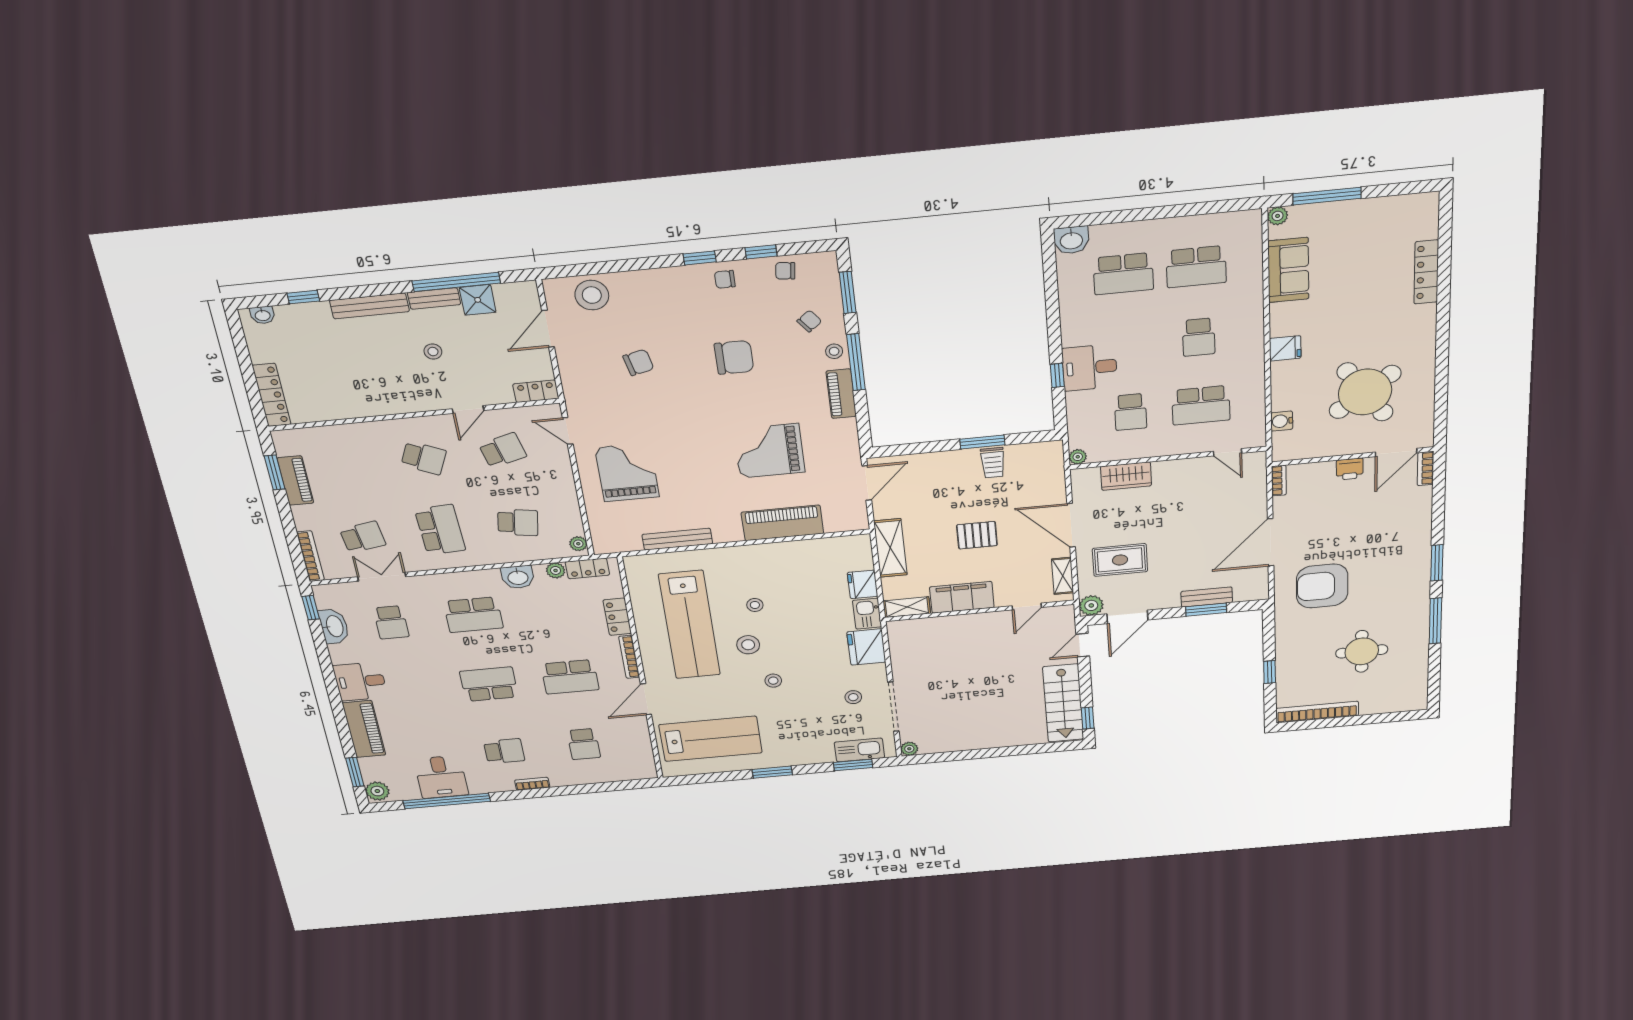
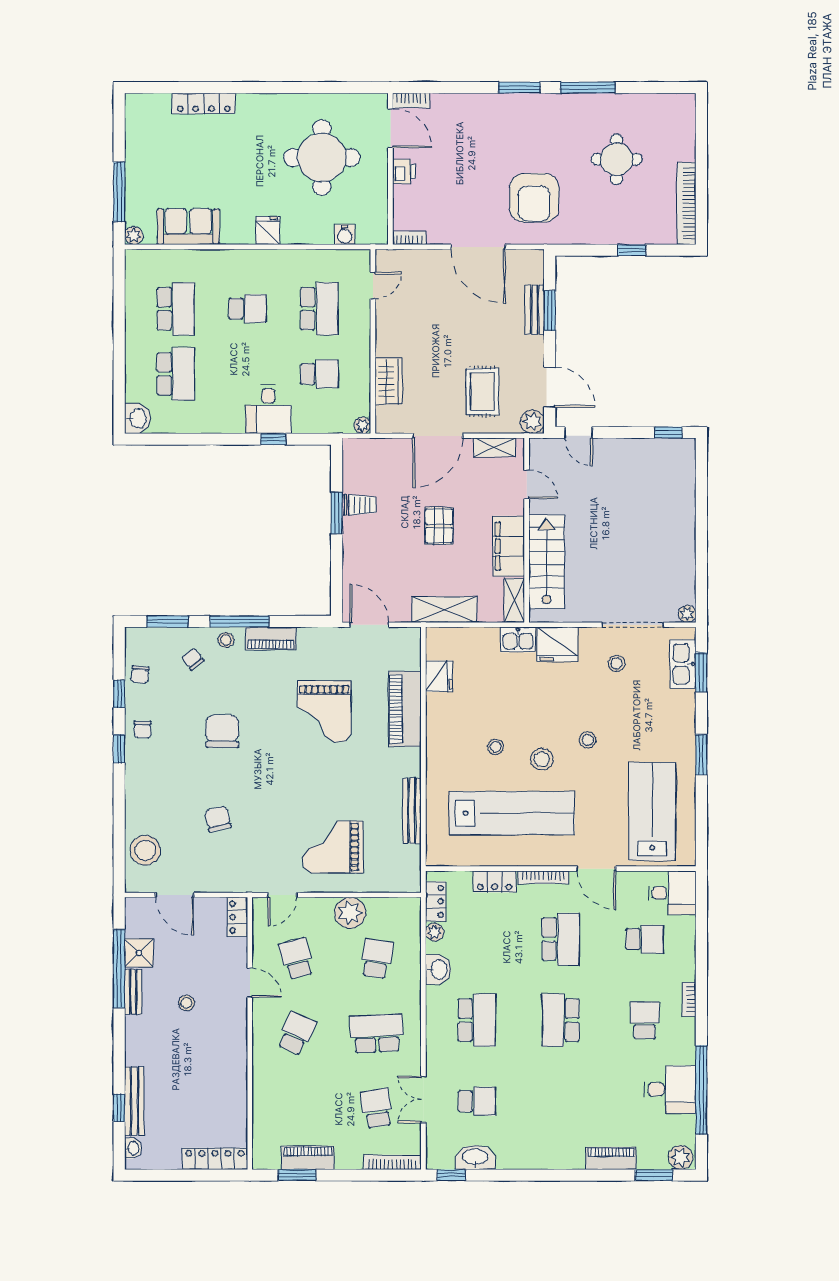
bench: (369, 306) -> (134, 1101), moved
round table: (1365, 392) -> (322, 158), turned 35
plant: (578, 544) -> (350, 913), moved, width x1.87, depth x1.87
fridge: (863, 584) -> (439, 676), moved, turned -90
desk: (360, 681) -> (672, 893), moved, turned -90
stairs: (1063, 703) -> (547, 562), moved, turned -90
piano: (364, 729) -> (611, 1158), width x0.73, depth x0.75

